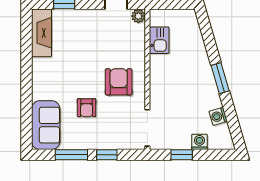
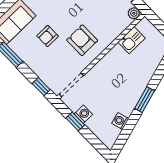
armchair: (119, 82) -> (82, 40), turned -90
washing machine: (199, 142) -> (83, 114), moved
window: (107, 155) -> (41, 87), moved

